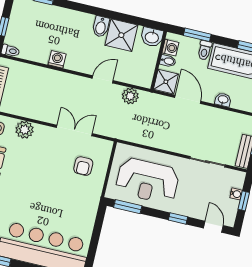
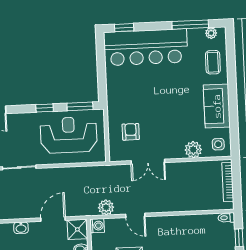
washing machine: (57, 59) -> (97, 226), moved, turned -90
door: (103, 79) -> (135, 215), hinge flipped
door: (188, 99) -> (53, 219), swing flipped
window: (178, 218) -> (45, 108), moved

